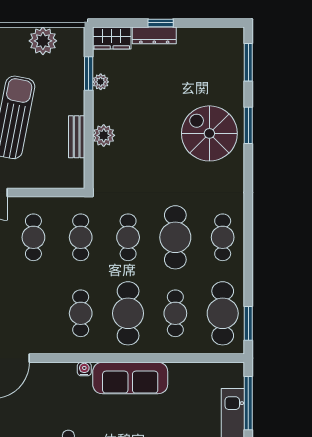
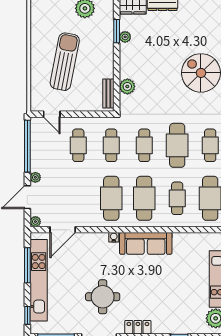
plant: (104, 135) -> (127, 86), moved
bench: (77, 137) -> (108, 93), moved
cafe table: (81, 313) -> (111, 198), width x1.37, depth x1.35

